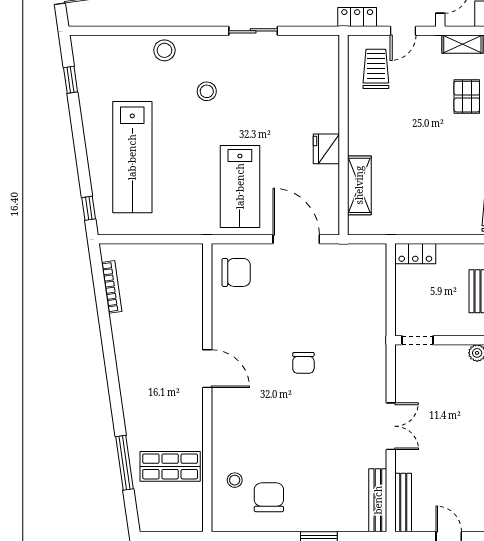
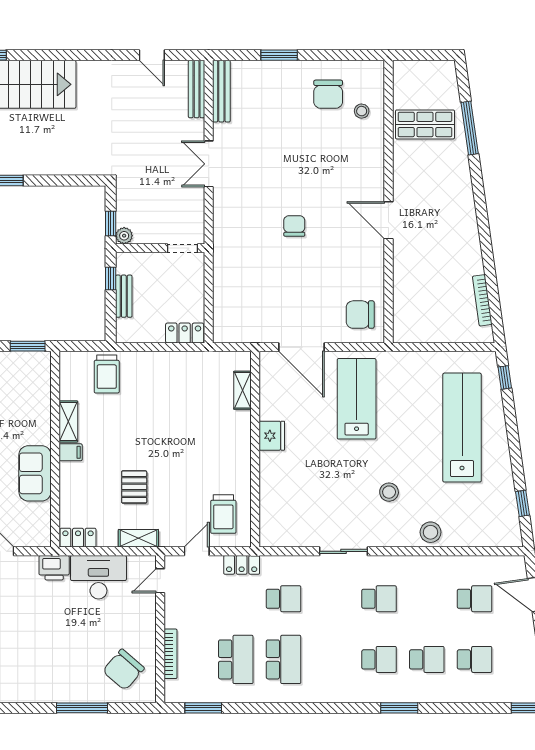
shelving: (359, 185) -> (242, 390), width x0.67, depth x0.75

